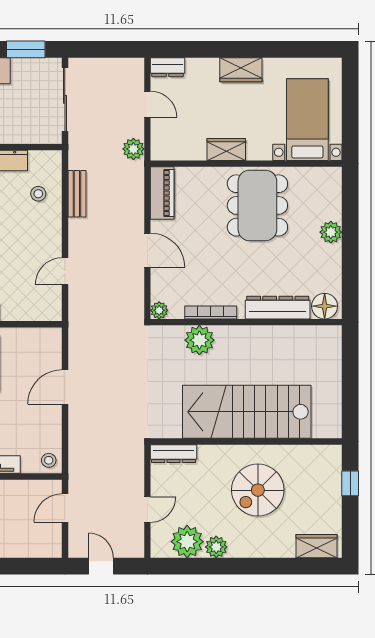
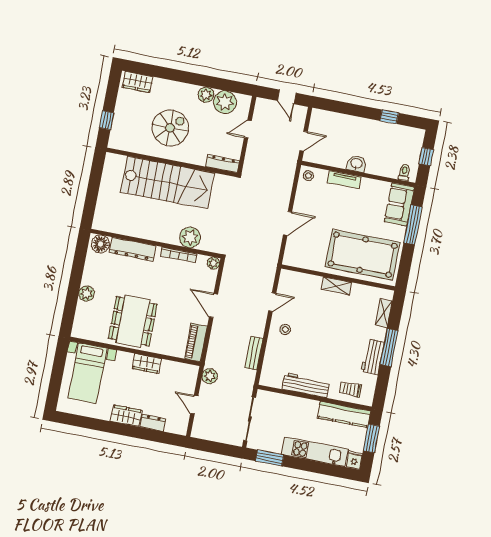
dresser: (167, 67) -> (153, 423), moved
stool: (38, 194) -> (285, 330), moved

